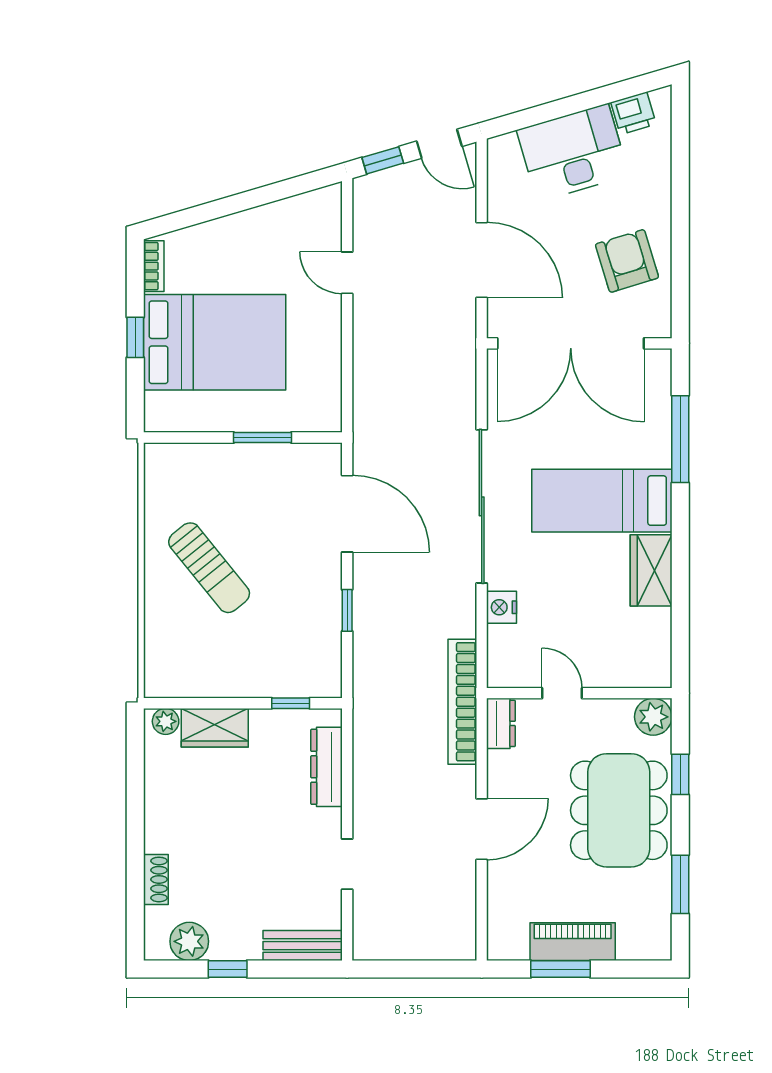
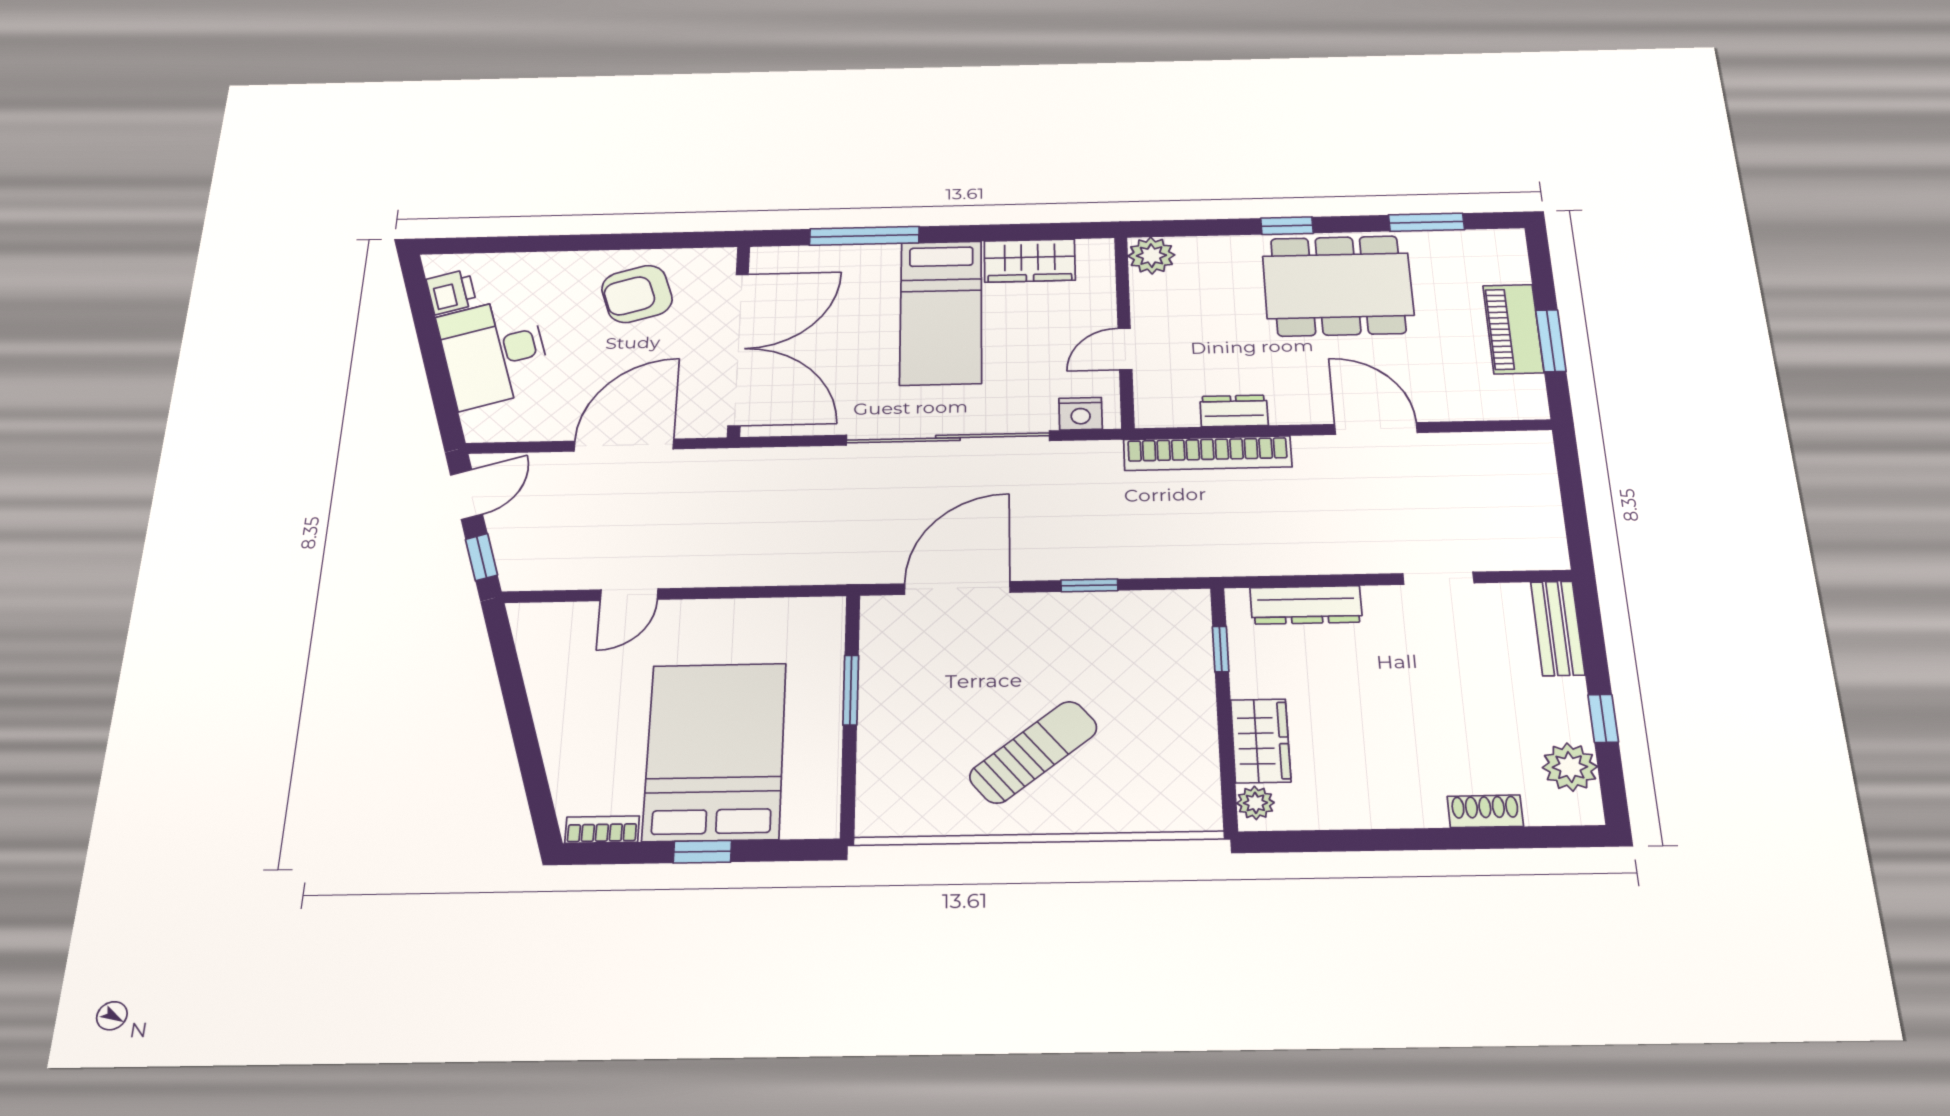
door: (562, 693) -> (1125, 349), moved
wall: (579, 693) -> (1124, 331), moved
plant: (653, 717) -> (1151, 256), moved

